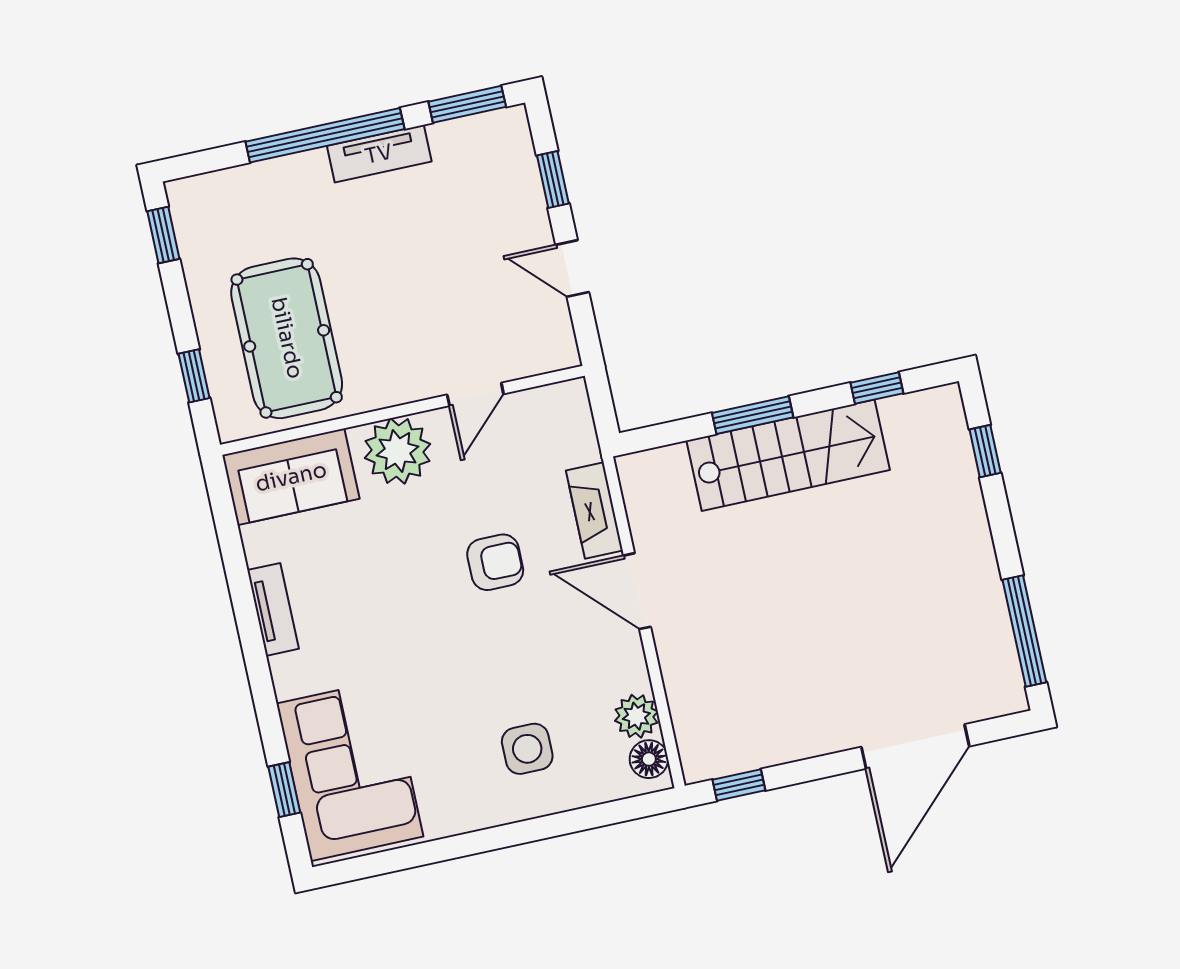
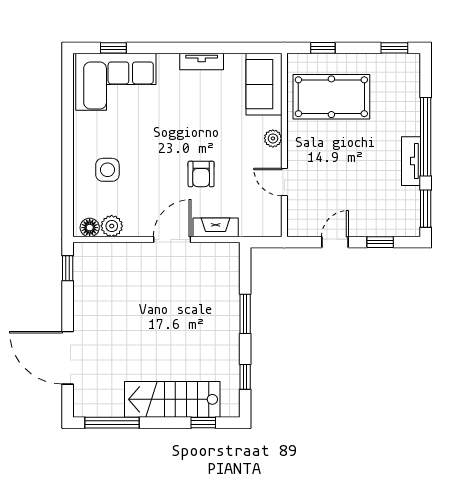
plant: (398, 451) -> (273, 138), width x0.53, depth x0.53
stairs: (788, 455) -> (172, 399), moved, turned 90

